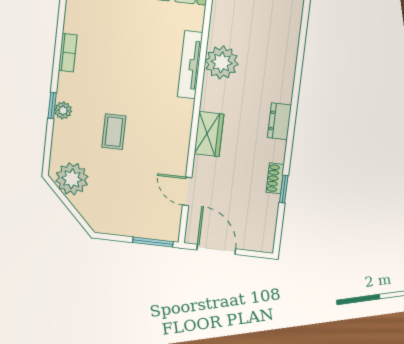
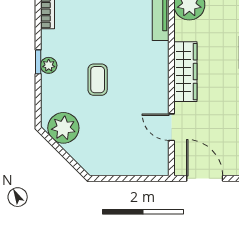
wardrobe: (209, 134) -> (185, 72), width x1.50
window: (153, 242) -> (145, 178), removed

